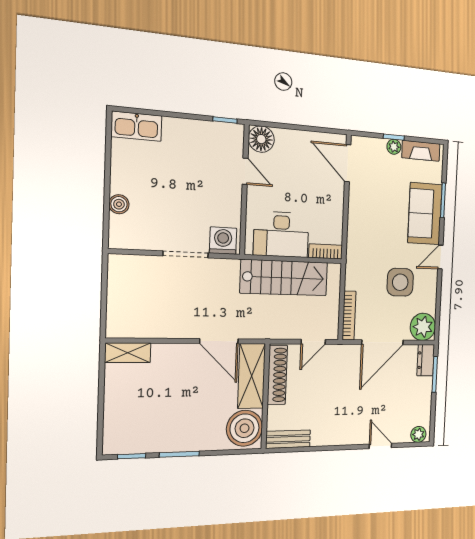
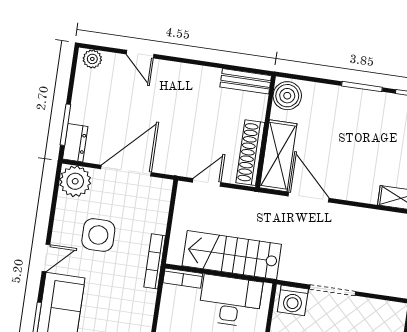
bookcase: (349, 316) -> (155, 261), moved
boiler: (245, 428) -> (287, 96), width x0.73, depth x0.73

